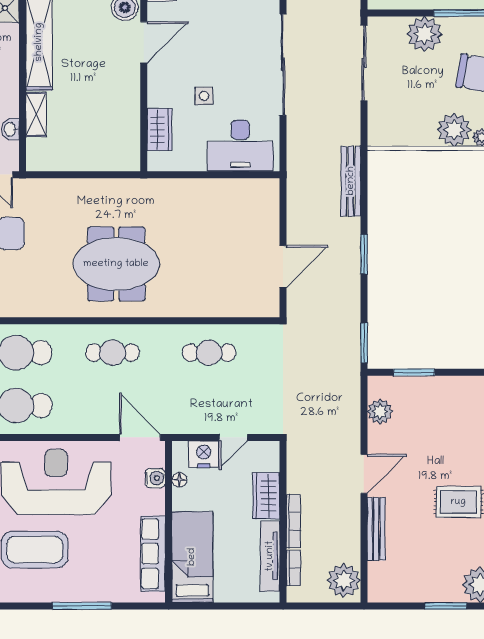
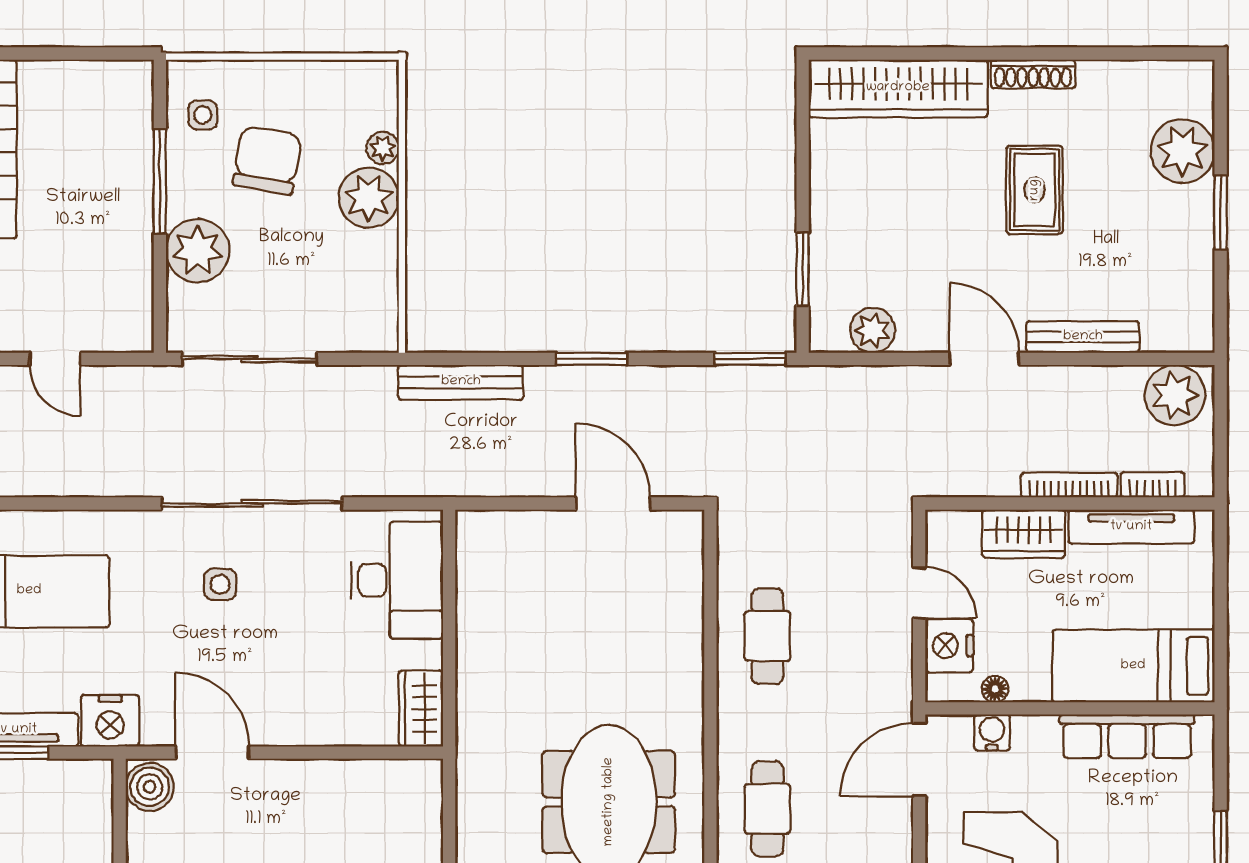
side table: (204, 96) -> (220, 584), moved
wardrobe: (160, 130) -> (421, 709), moved, turned -90

